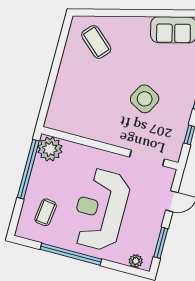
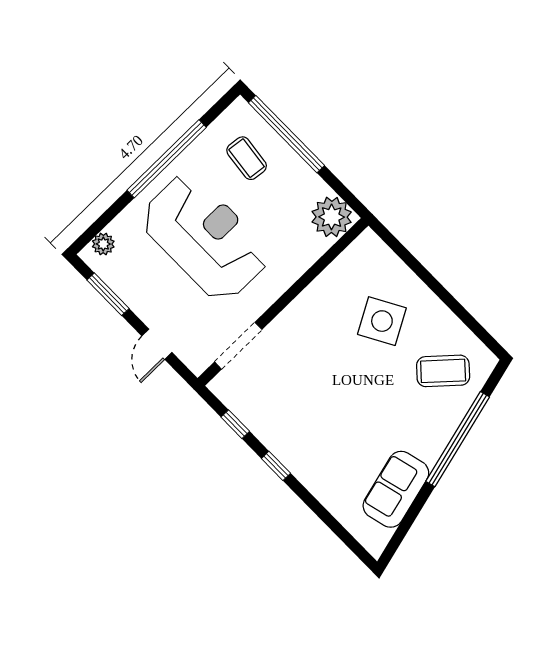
window: (128, 13) -> (458, 439), added
side table: (145, 99) -> (382, 321), moved, turned 33
window: (28, 169) -> (286, 134), moved

